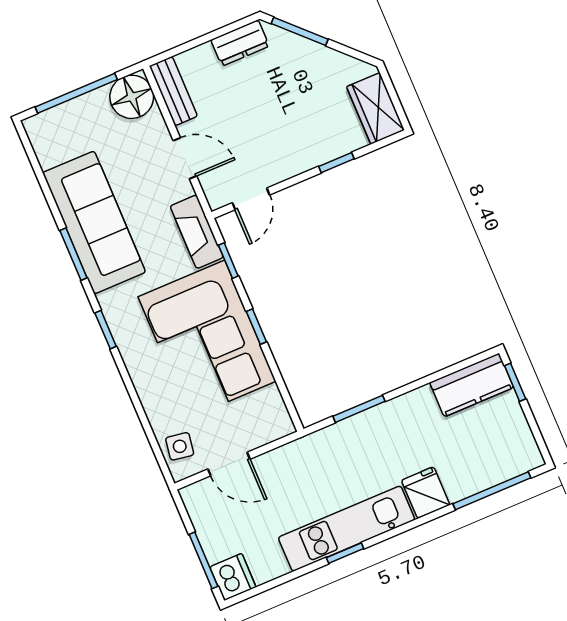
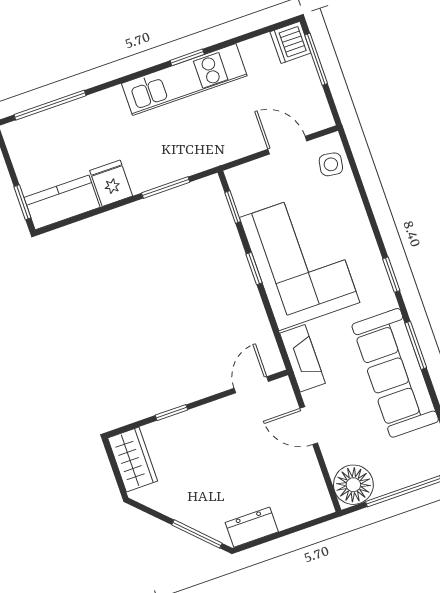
bench: (173, 91) -> (315, 487), removed
window: (228, 261) -> (233, 207), moved
fridge: (426, 493) -> (111, 183), moved, turned 180

